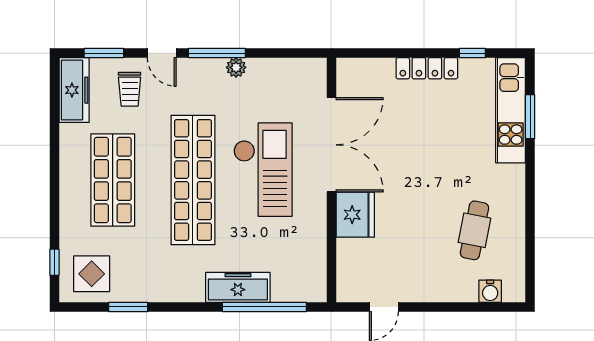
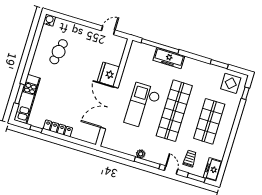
freezer: (74, 90) -> (213, 170), width x0.71
water cooler: (490, 291) -> (49, 20), moved

